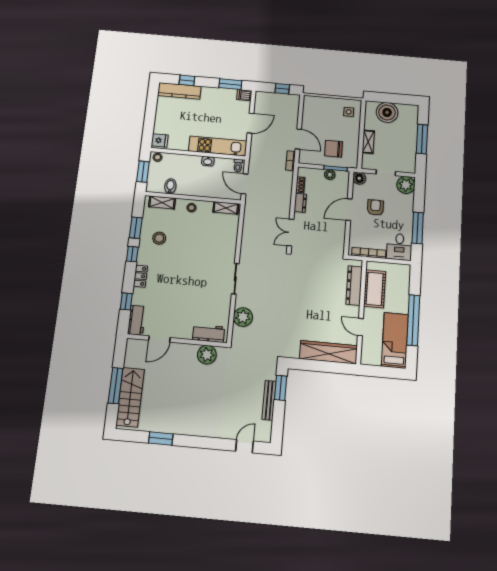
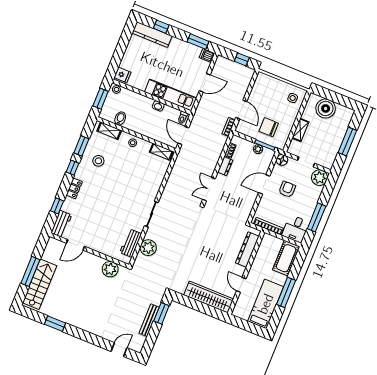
cot: (375, 289) -> (286, 258), moved
window: (413, 320) -> (286, 292), width x0.68
workbench: (209, 333) -> (131, 243), moved, turned -90

